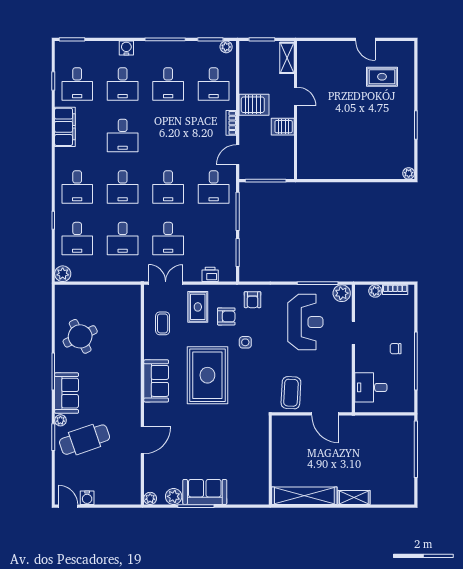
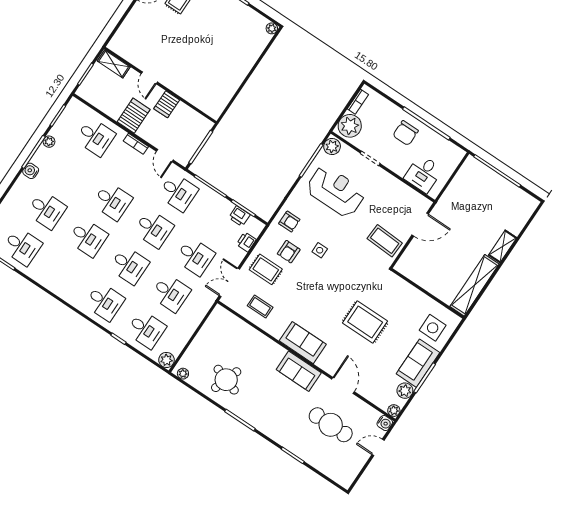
plant: (226, 47) -> (49, 142), moved
water cooler: (126, 48) -> (31, 171), moved
desk: (168, 84) -> (112, 201), moved
door: (296, 96) -> (149, 78), swing flipped
filing cabinet: (65, 127) -> (50, 279), removed
printer: (228, 254) -> (239, 216), added
plant: (375, 291) -> (350, 126), width x1.88, depth x1.88
armchair: (226, 316) -> (289, 252), turned 180
round table: (80, 336) -> (226, 380), turned 45
chair: (396, 349) -> (406, 133), width x1.87, depth x1.87
rug: (207, 375) -> (365, 322), moved, width x0.73, depth x0.69
sofa: (67, 393) -> (299, 371), moved, turned 180
plant: (60, 420) -> (183, 374), moved
cafe table: (85, 440) -> (331, 425), moved, turned -71
side table: (244, 484) -> (433, 328), added
water cooler: (87, 498) -> (385, 423), moved
door: (68, 506) -> (378, 447), moved

